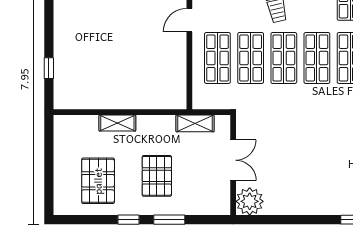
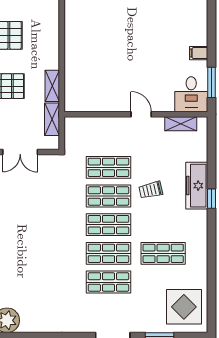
shop shelf: (217, 58) -> (108, 139), removed
shelving: (117, 123) -> (52, 86), moved

